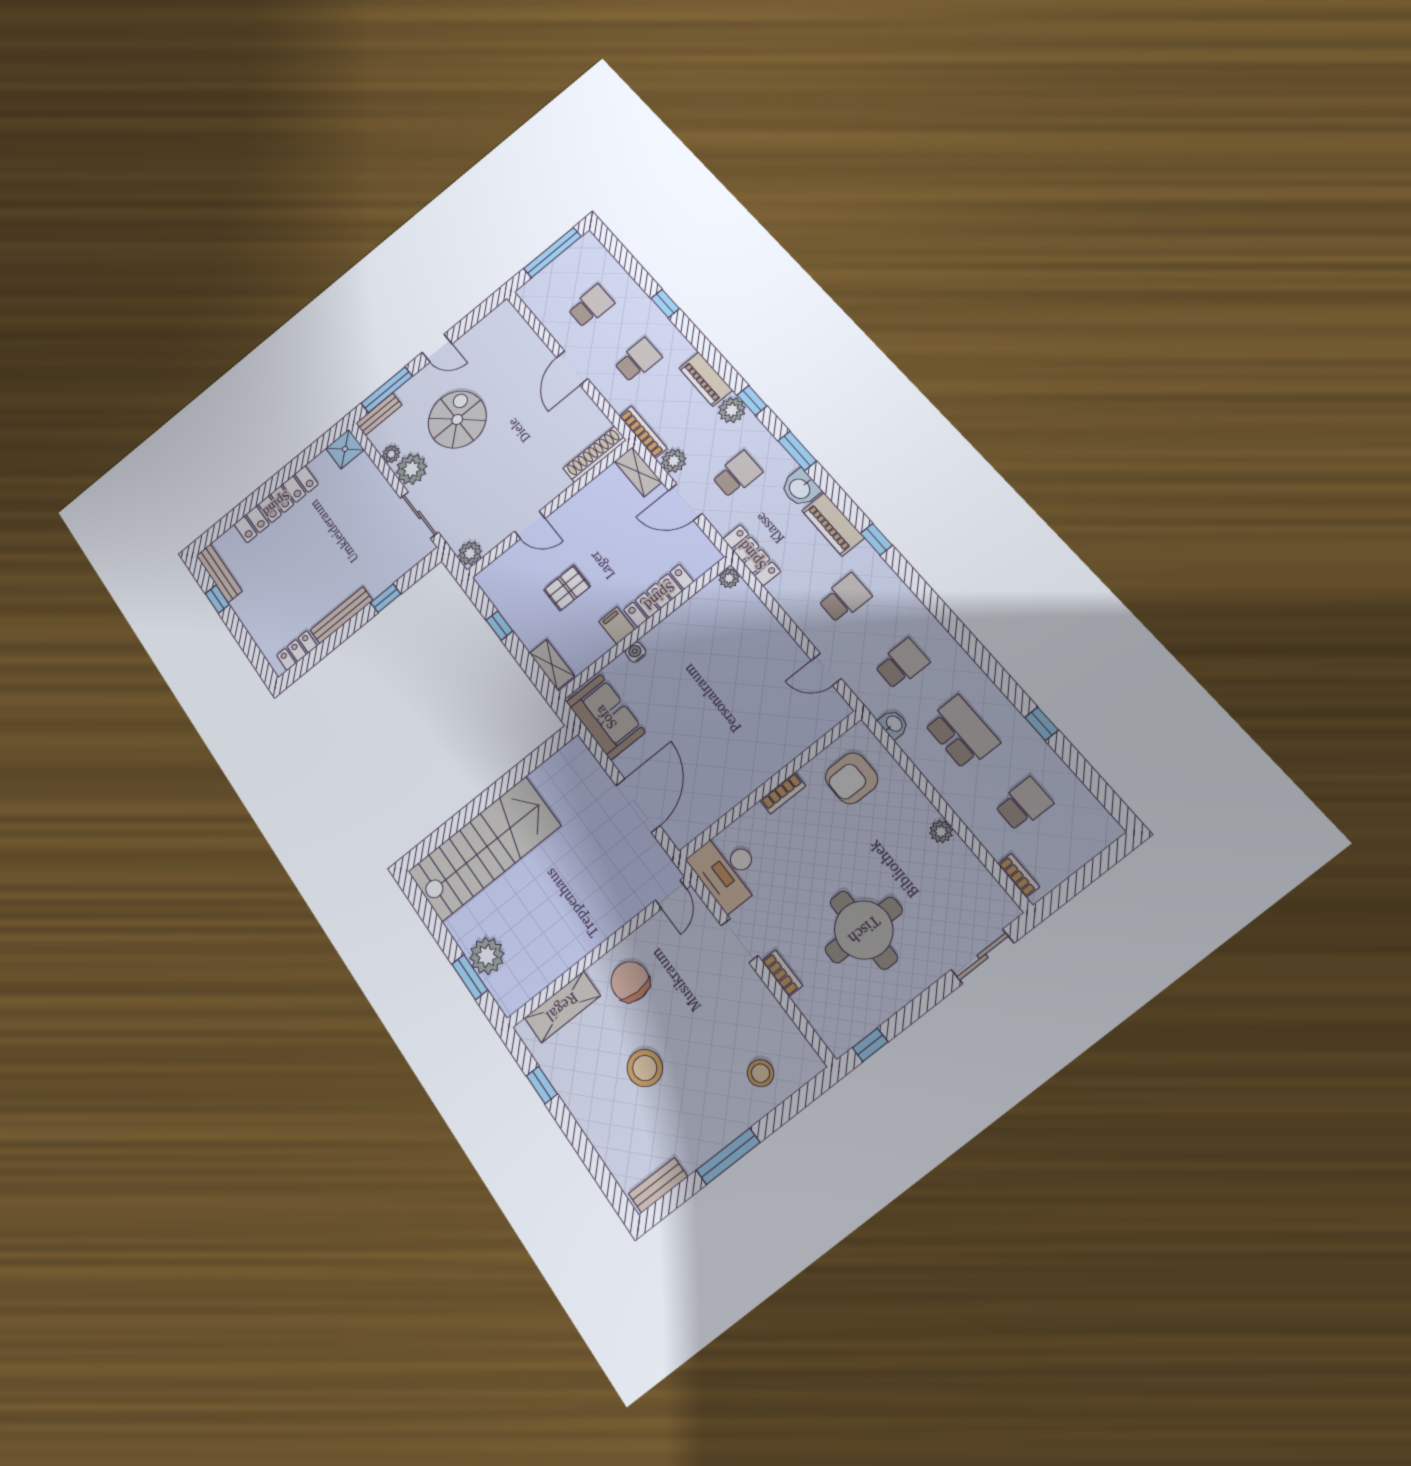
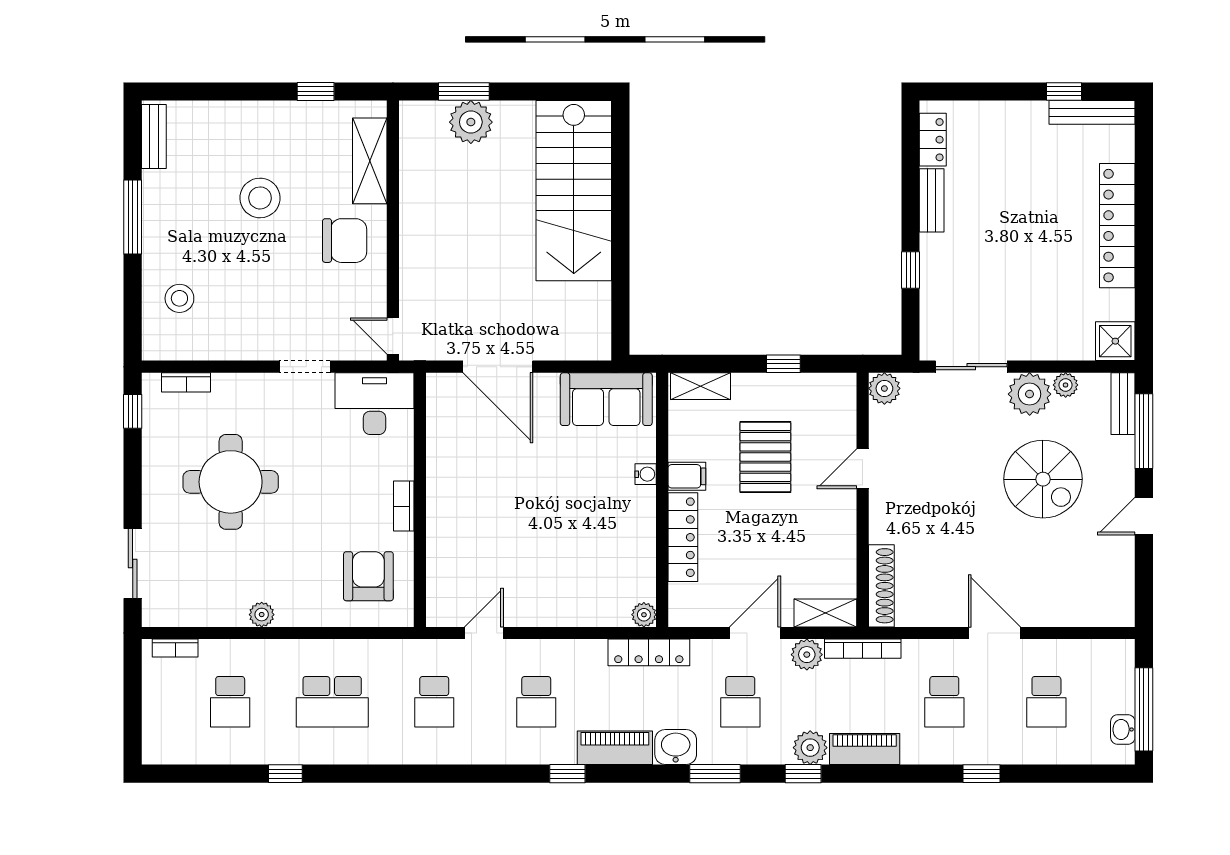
pallet: (567, 588) -> (765, 457), width x1.50, depth x1.42
bench: (341, 615) -> (932, 200), width x0.73
washbasin: (894, 724) -> (1123, 729), moved, turned 90
bookcase: (782, 973) -> (186, 382), moved

